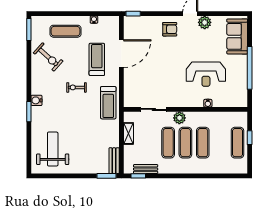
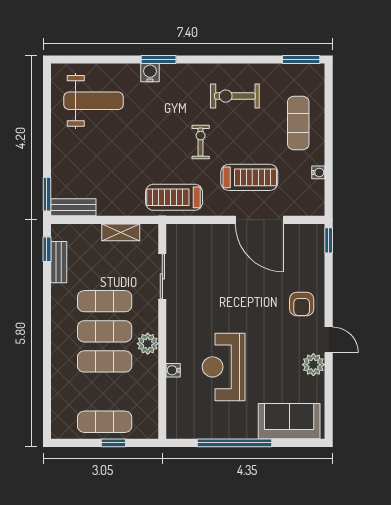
exercise bike: (48, 57) -> (235, 96), moved, turned 48
water cooler: (36, 100) -> (150, 73), moved
plant: (179, 118) -> (148, 344), moved

